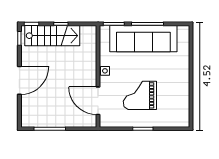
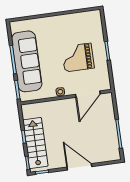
grand piano: (140, 95) -> (78, 57), turned 90

